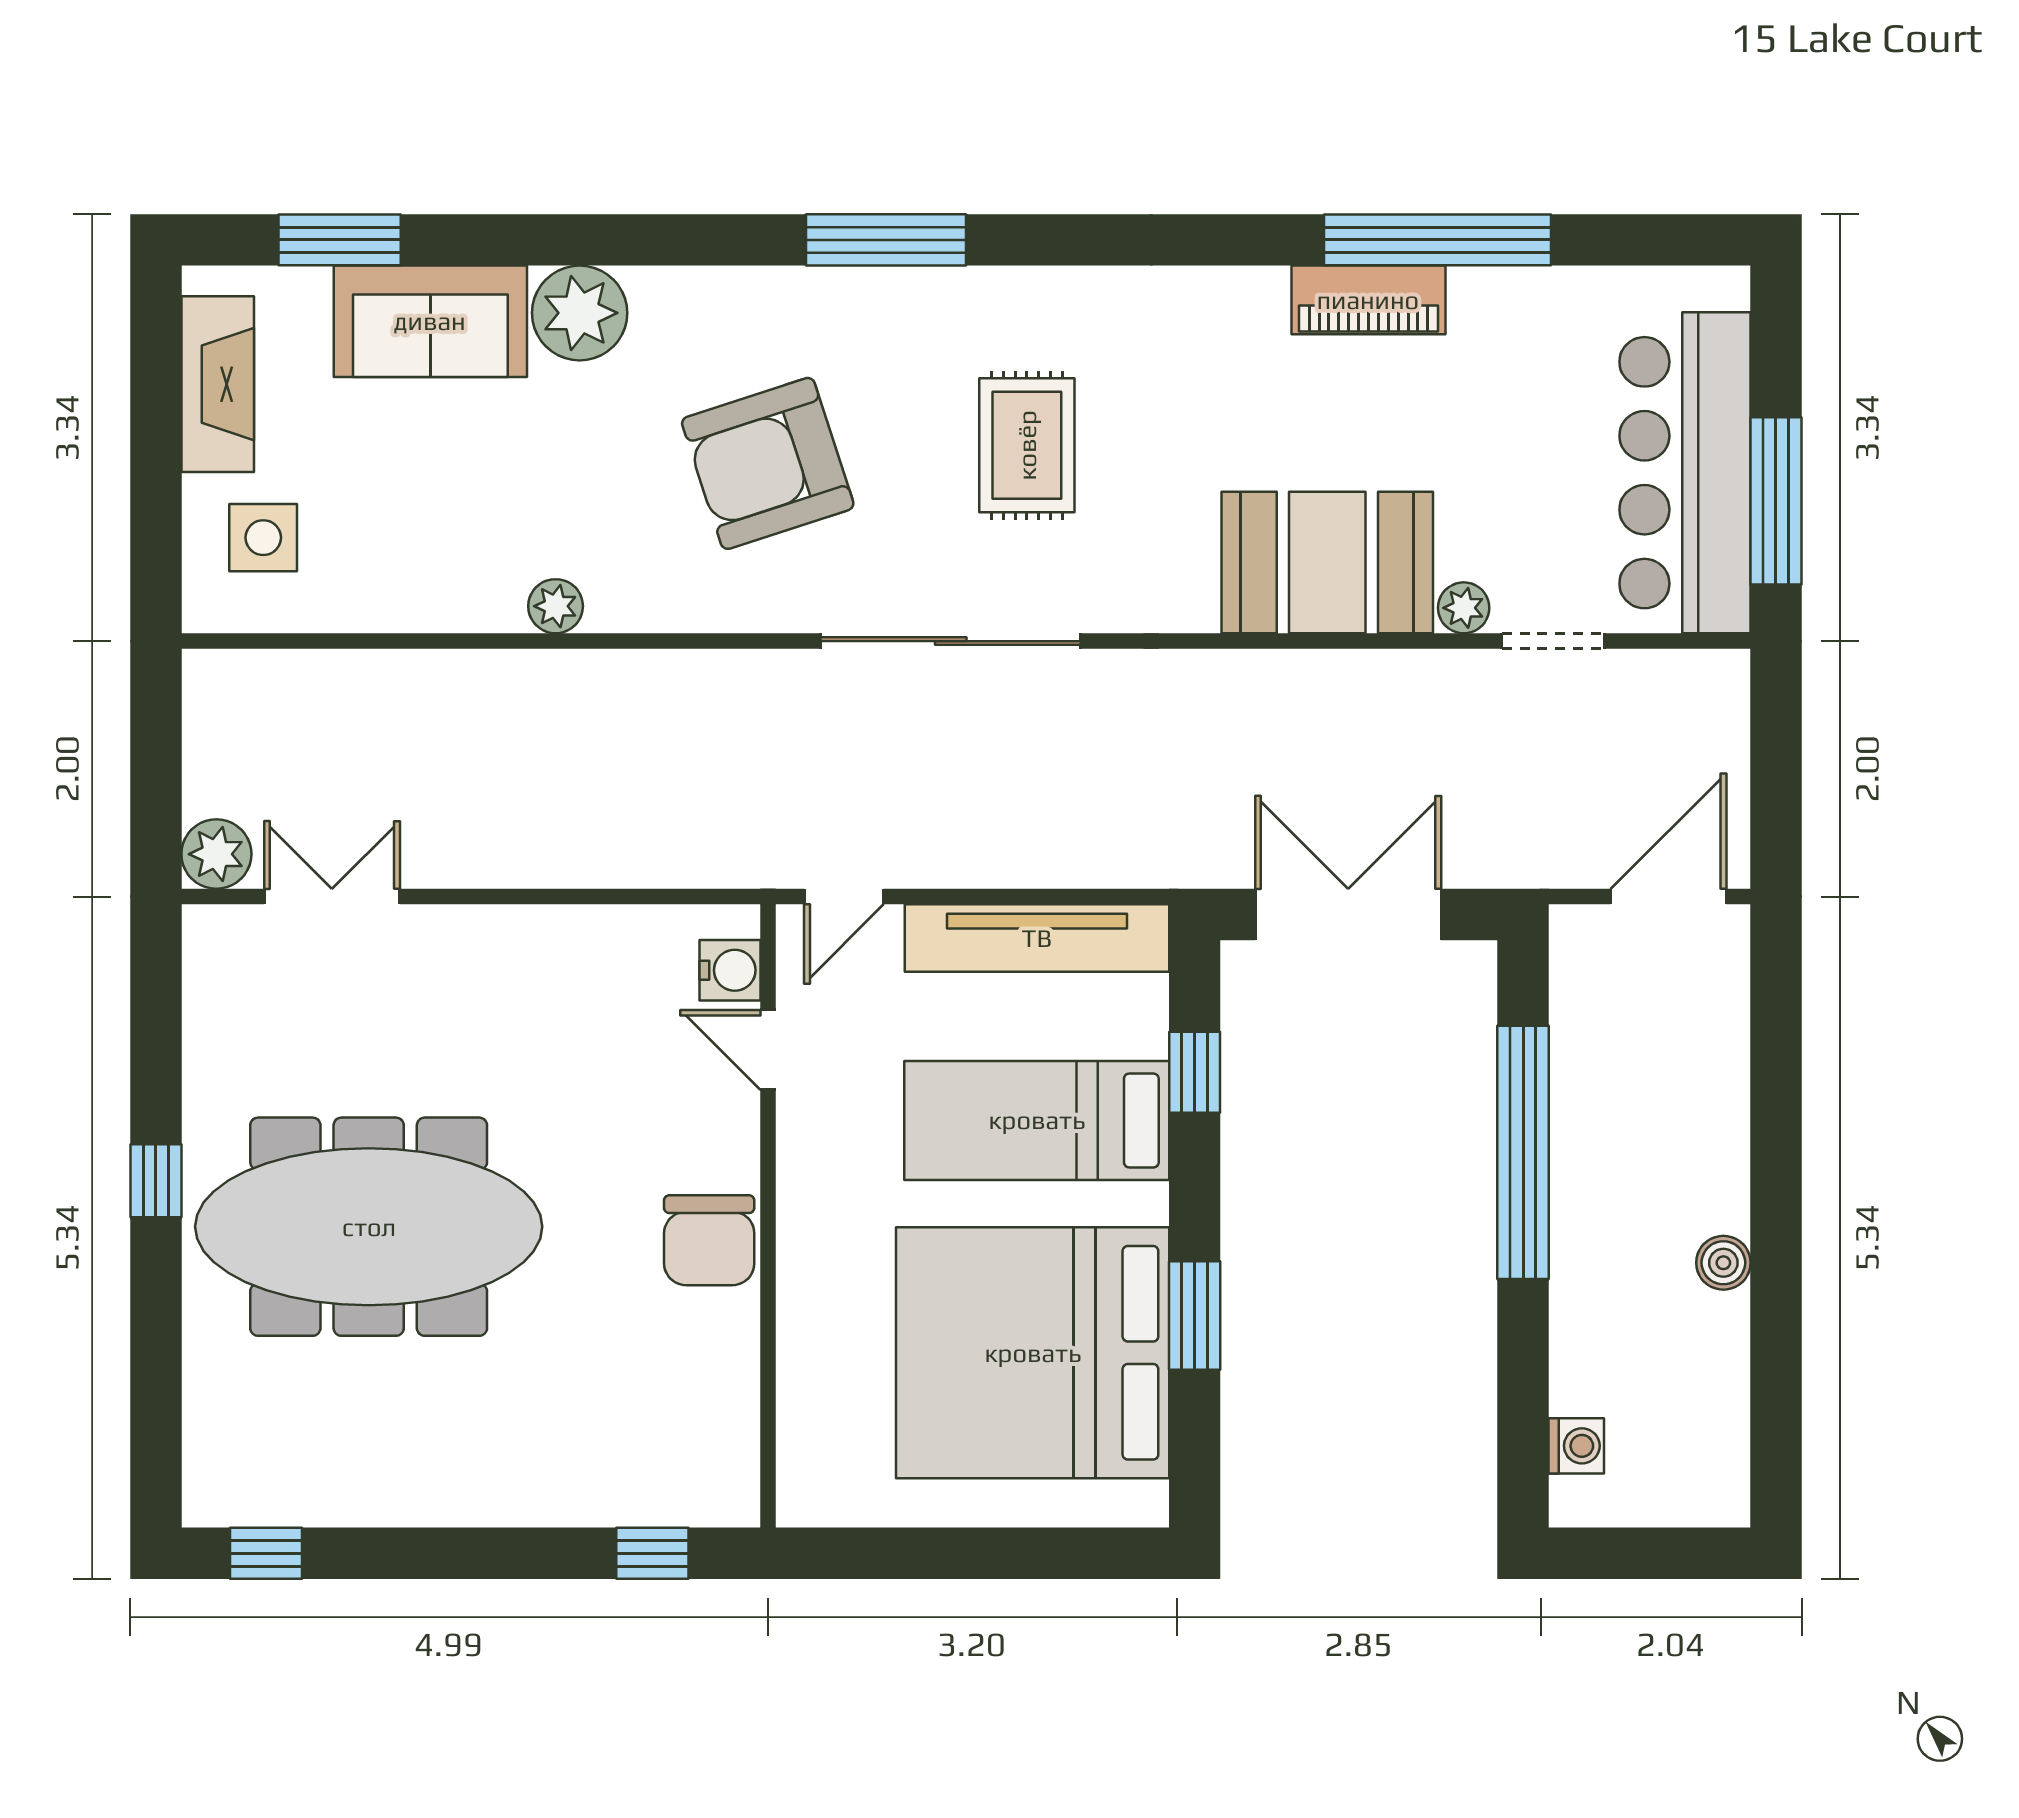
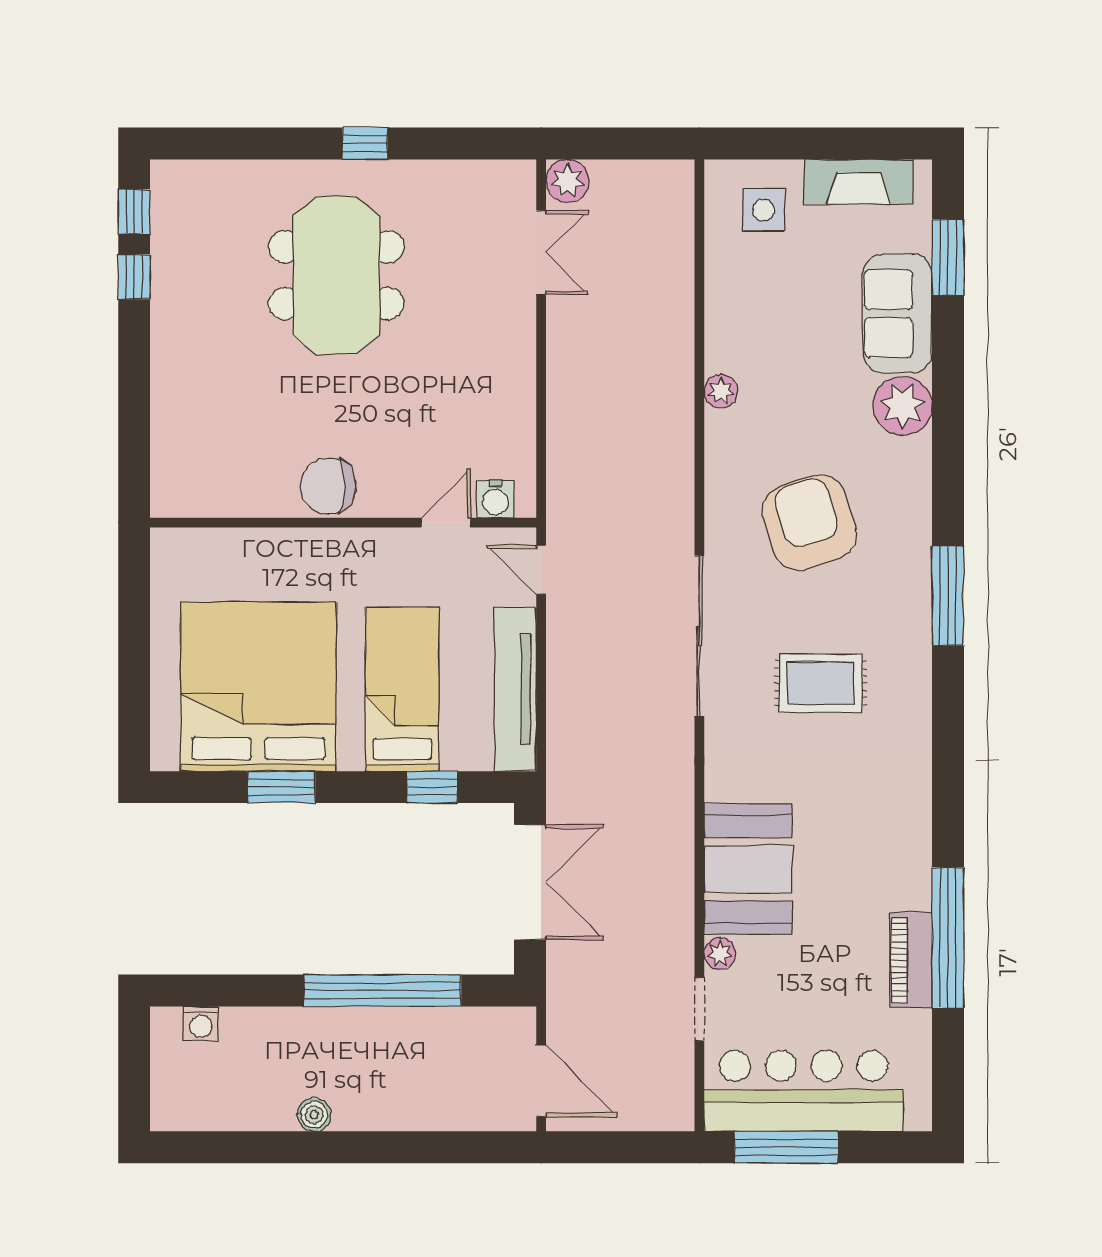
piano: (1368, 300) -> (911, 960), moved
meeting table: (369, 1227) -> (336, 275), width x0.73
window: (652, 1553) -> (134, 277), moved

